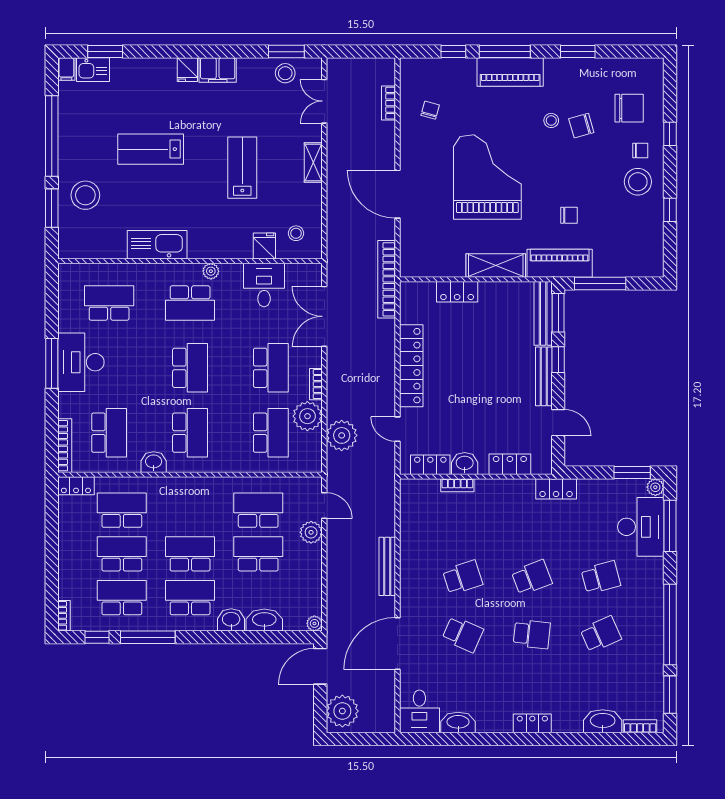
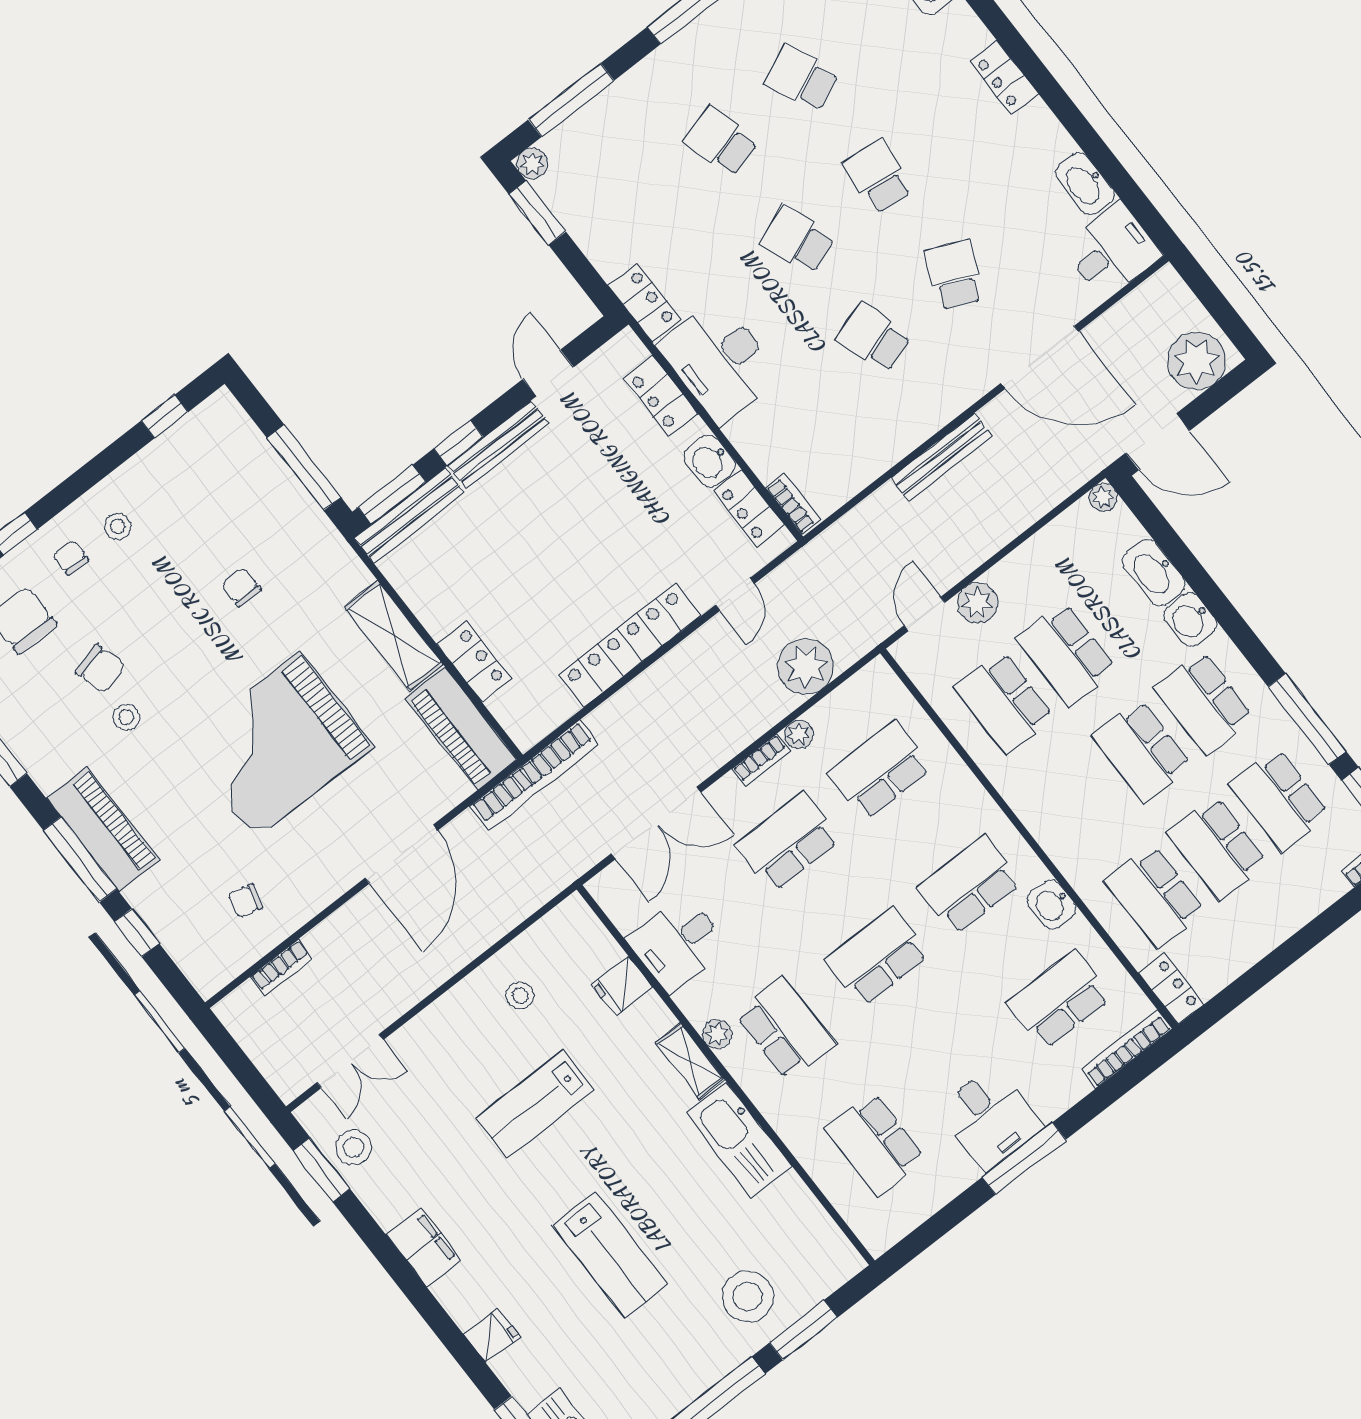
fridge: (187, 70) -> (492, 1336), moved
shelving: (313, 163) -> (690, 1061), moved, turned 90
stool: (638, 182) -> (118, 526), width x0.53, depth x0.53
window: (670, 210) -> (165, 416), moved
stool: (296, 233) -> (520, 995), moved
piano: (560, 263) -> (461, 729), moved
desk: (81, 362) -> (990, 1118), width x0.73
plant: (307, 416) -> (799, 734), width x0.53, depth x0.53
bookcase: (457, 485) -> (793, 504), moved
desk: (641, 527) -> (720, 361), moved, turned -90

